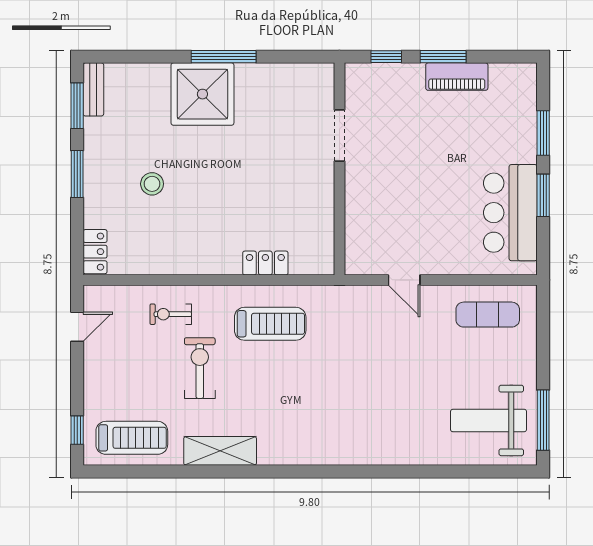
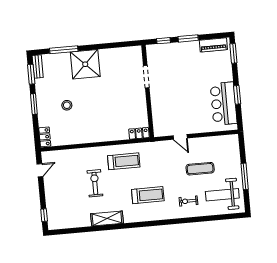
window: (224, 57) -> (64, 50), moved
piano: (457, 77) -> (213, 45), moved
window: (543, 133) -> (233, 53), moved
locker: (265, 263) -> (139, 133), moved
exercise bike: (171, 314) -> (188, 201), moved
exercise mat: (488, 315) -> (200, 169), moved
window: (543, 420) -> (245, 176), moved
treadmill: (132, 438) -> (148, 195), moved

